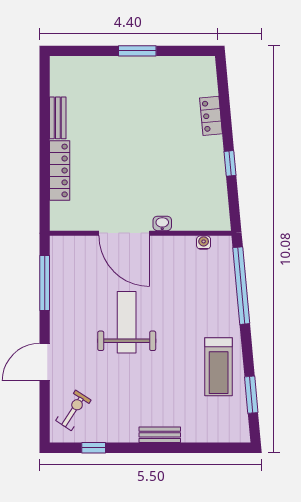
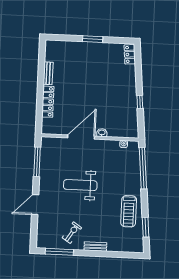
locker: (211, 116) -> (130, 54), moved
door: (124, 233) -> (81, 137), swing flipped
weight bench: (127, 322) -> (80, 185), turned -90
exercise bike: (73, 410) -> (72, 233), moved
window: (94, 448) -> (59, 252), width x2.17

